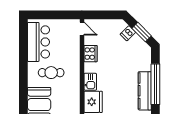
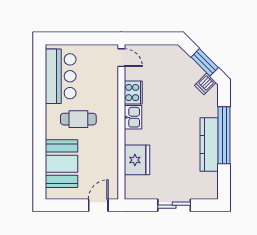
dishwasher: (128, 33) -> (205, 84), moved
kitchen sink: (90, 82) -> (133, 117), moved

